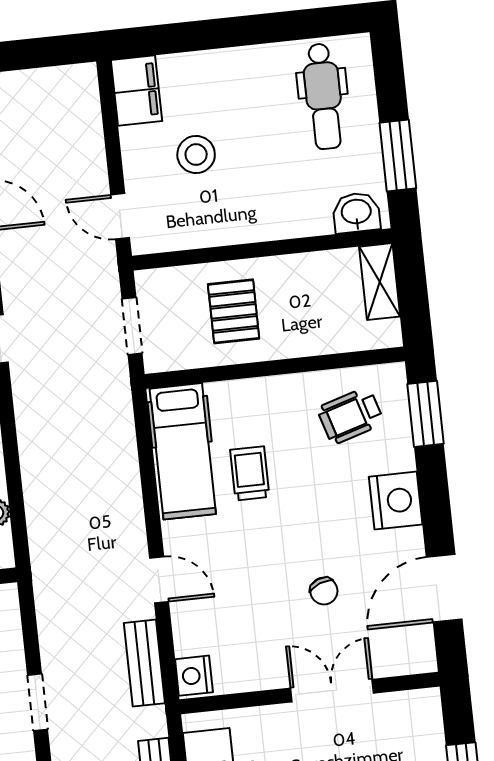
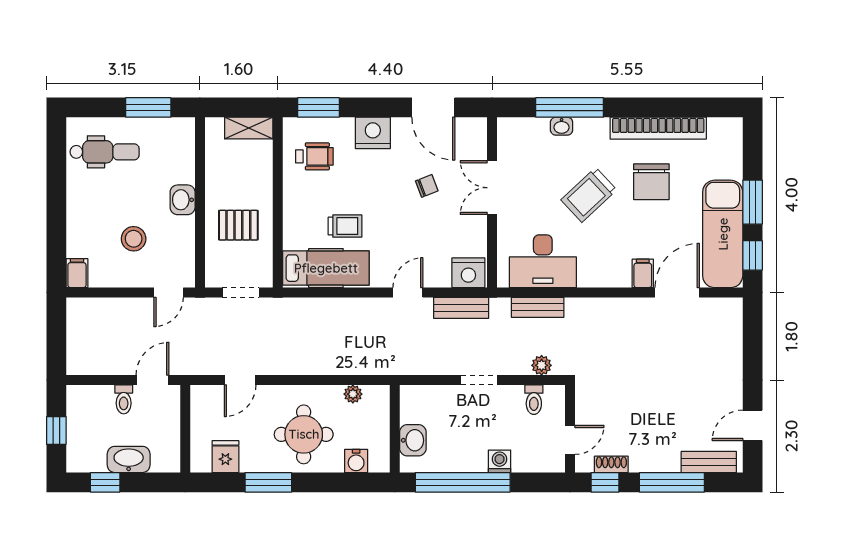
filing cabinet: (137, 91) -> (77, 273), width x0.50
washbasin: (356, 213) -> (183, 200), moved
shelving: (380, 282) -> (249, 128), moved
wheelchair: (350, 416) -> (314, 156), turned -73
trolley: (250, 473) -> (345, 226), turned 180
nightstand: (194, 676) -> (468, 273), width x1.36, depth x1.33

